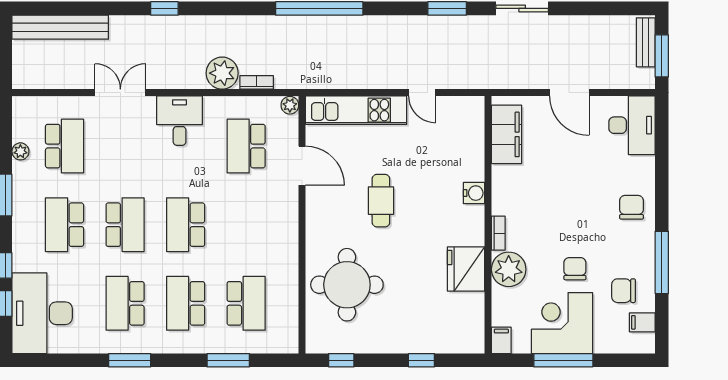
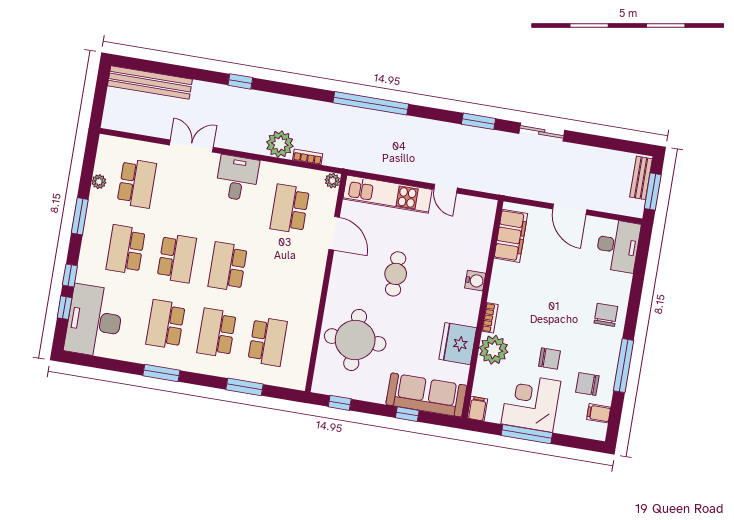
chair: (575, 269) -> (549, 359), turned 90
sofa: (440, 334) -> (426, 395), added

